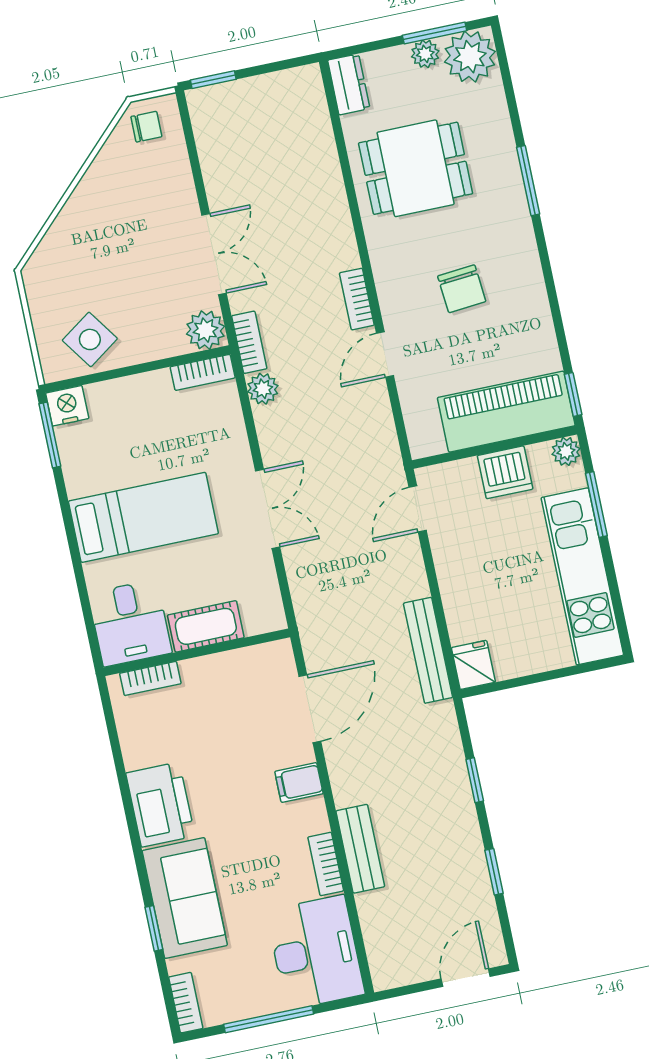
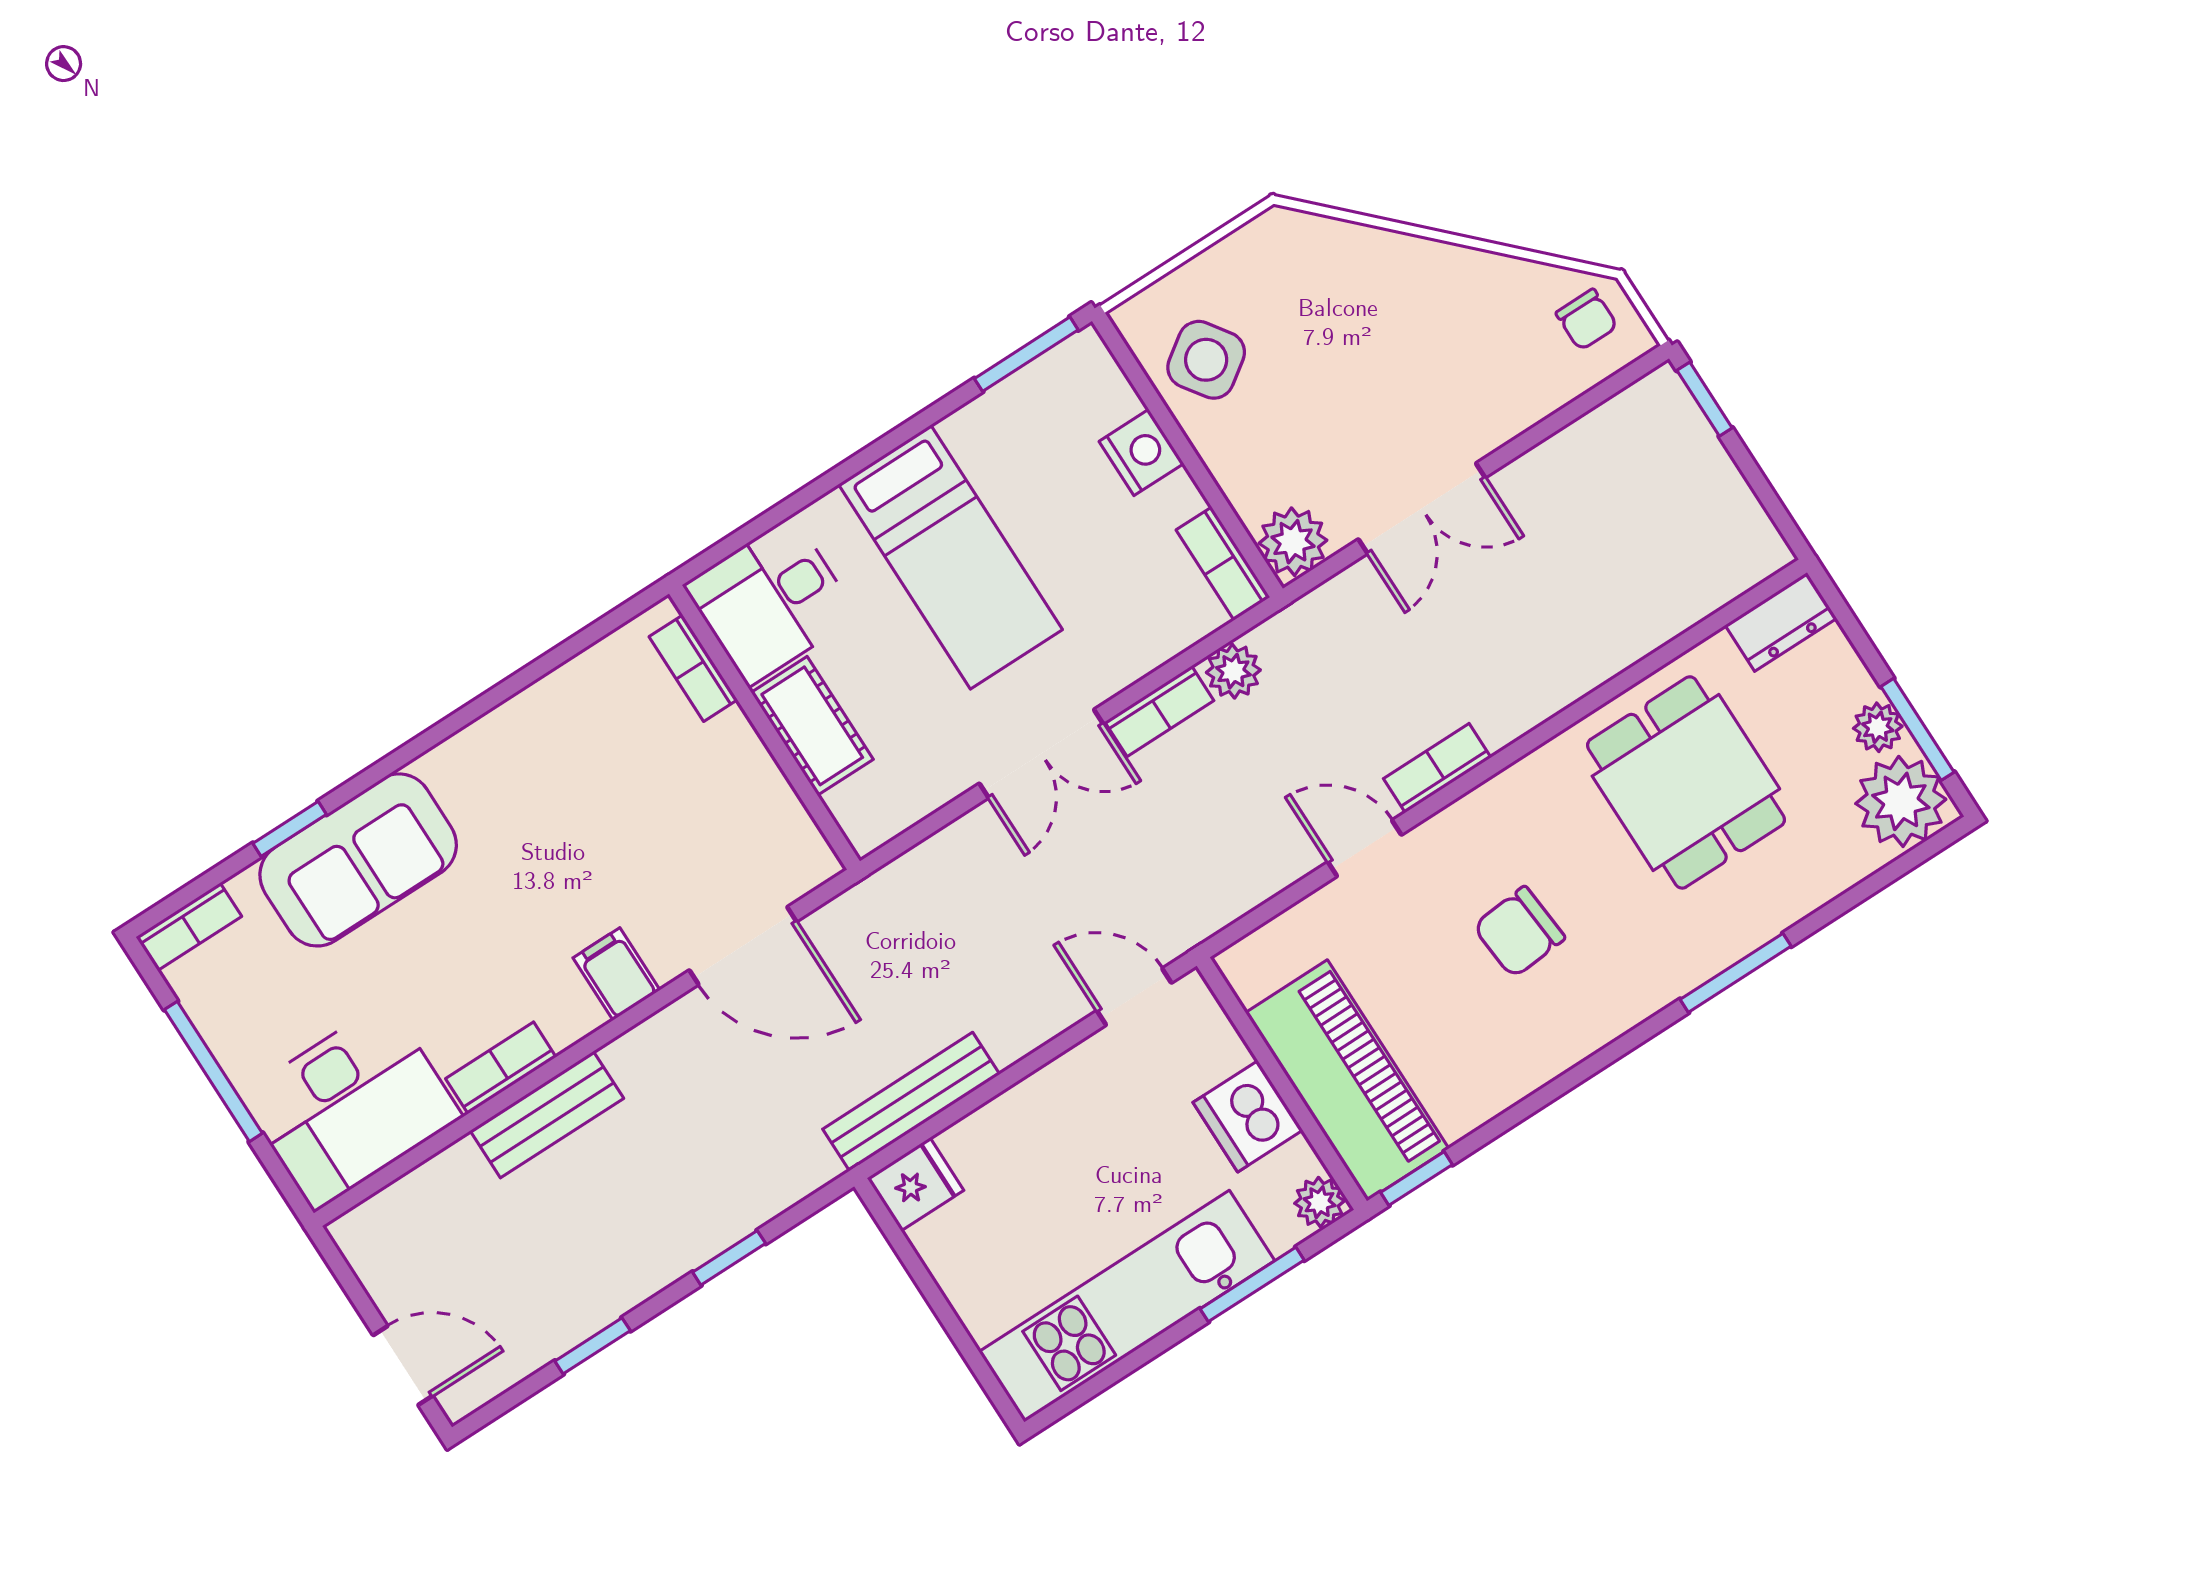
bookcase: (249, 342) -> (1159, 711), moved
nightstand: (67, 406) -> (1141, 452), moved
printer: (160, 805) -> (495, 762), removed

